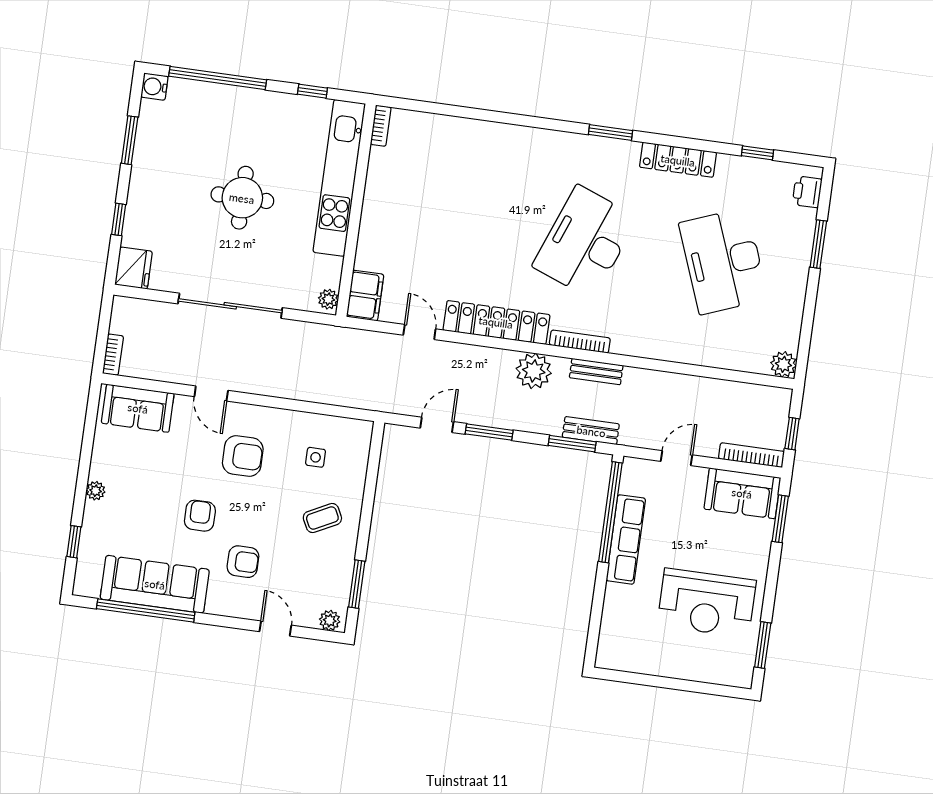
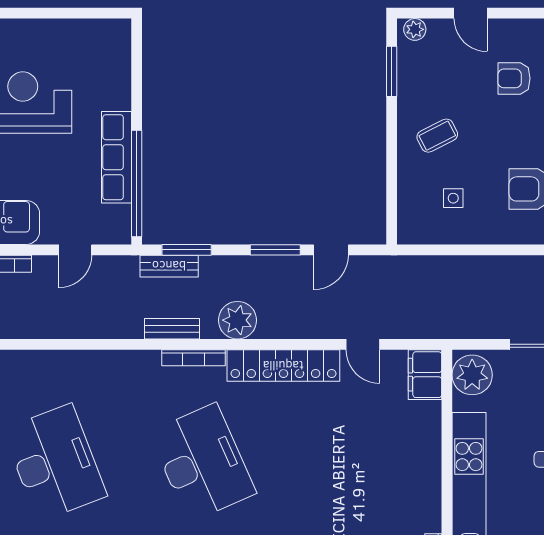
desk: (585, 242) -> (202, 463), turned -45
plant: (328, 299) -> (472, 375), width x1.88, depth x1.88

